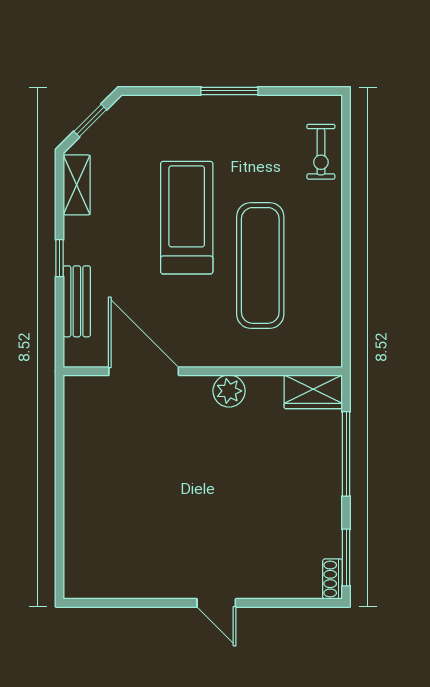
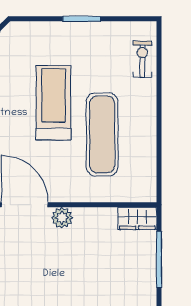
exercise bike: (321, 152) -> (142, 59), turned 180
plant: (229, 391) -> (62, 218), moved

